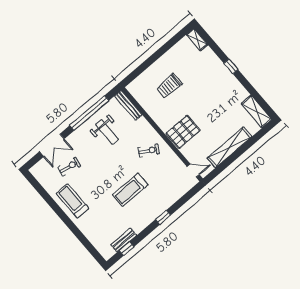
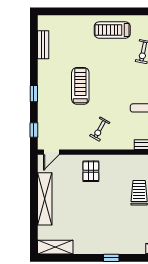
pallet: (183, 132) -> (91, 171), width x0.67, depth x0.71
treadmill: (73, 201) -> (112, 30), turned 180
window: (127, 249) -> (34, 130), moved

